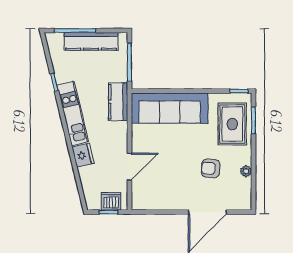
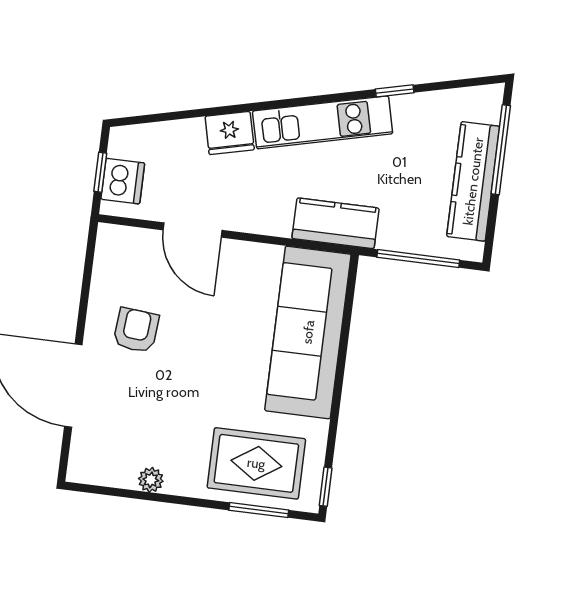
armchair: (211, 168) -> (136, 330), moved

